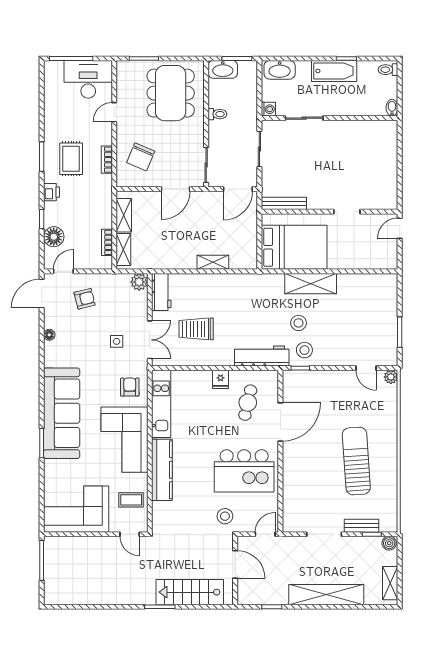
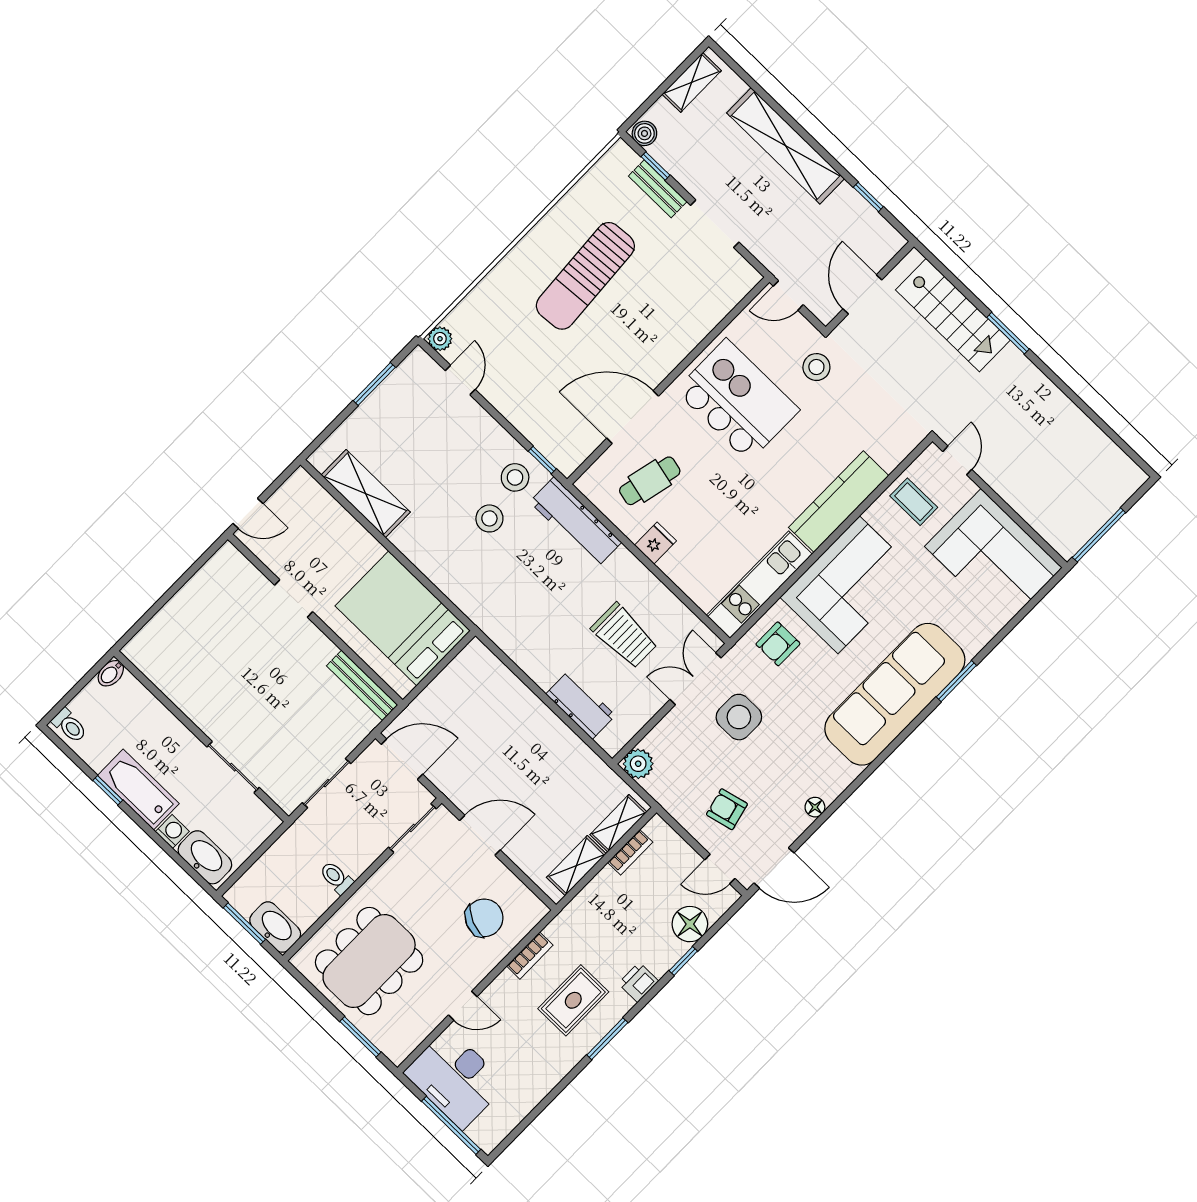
washing machine: (268, 109) -> (172, 831), moved, turned 90
shelving: (213, 262) -> (522, 698), removed
shelving: (311, 284) -> (366, 494), moved
workbench: (161, 292) -> (581, 705), moved, turned 90
side table: (117, 341) -> (739, 717), width x1.87, depth x1.87

